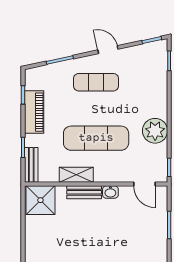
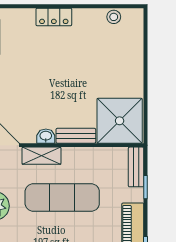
shelving: (76, 175) -> (41, 156), moved
shower: (40, 200) -> (120, 121), width x1.37, depth x1.37

